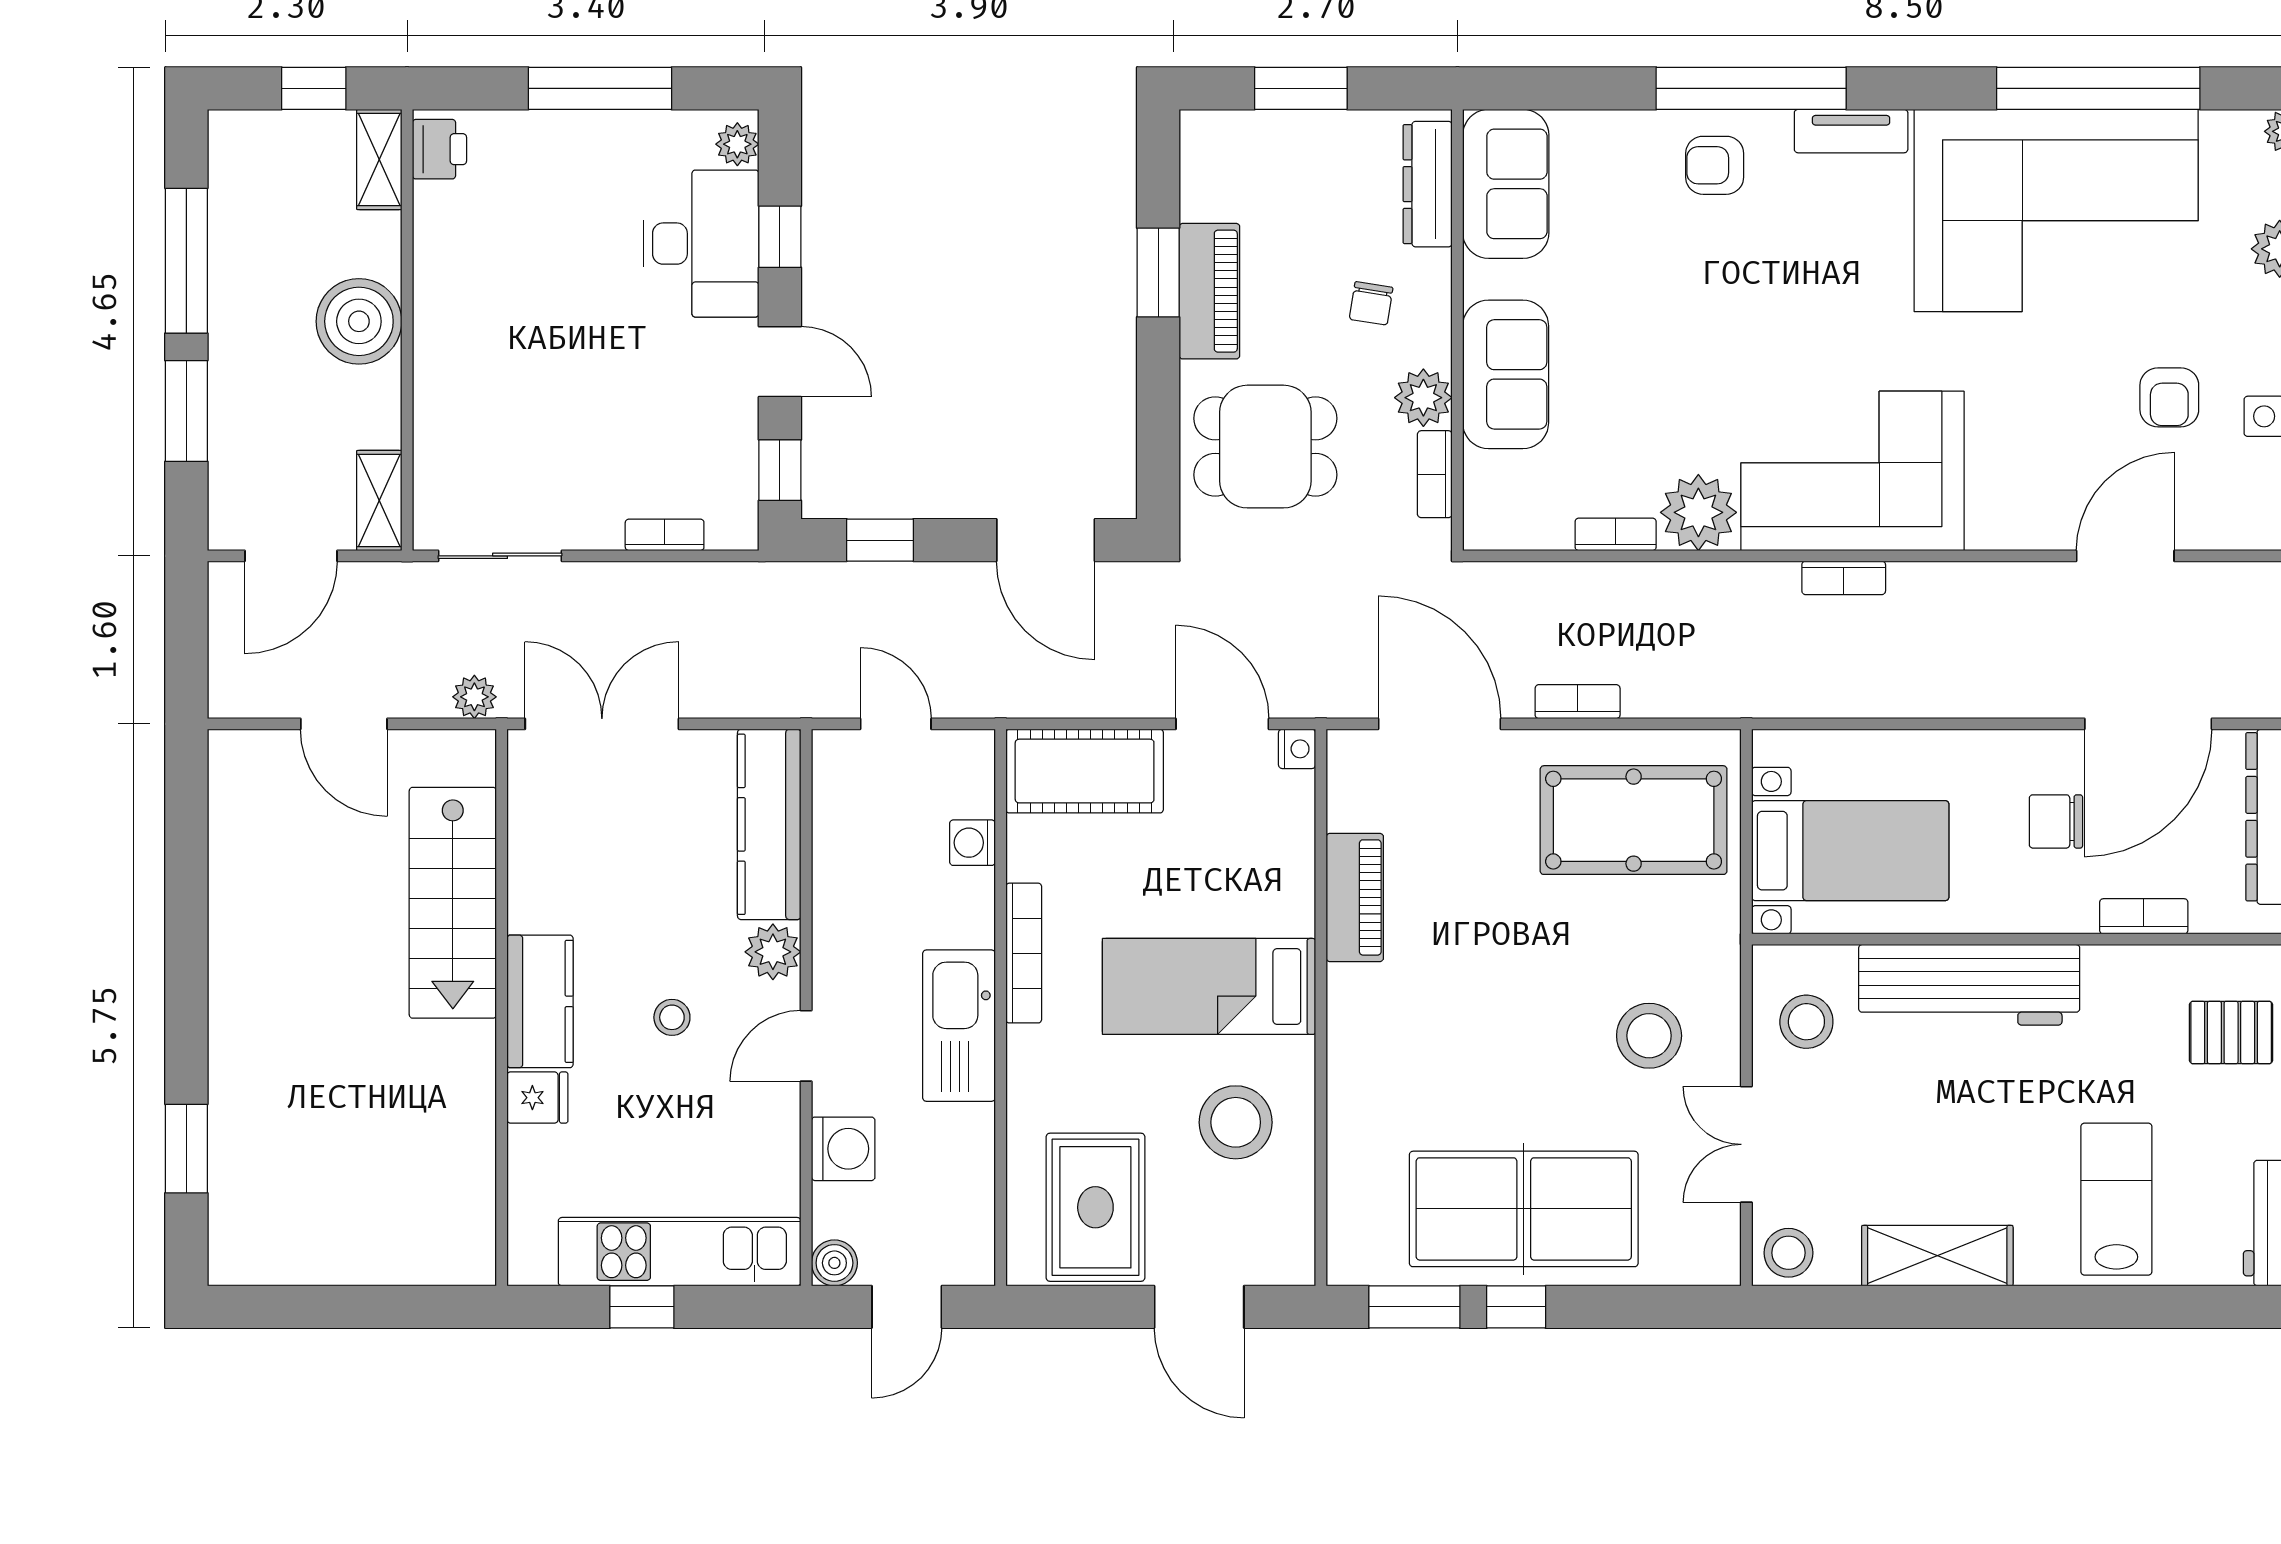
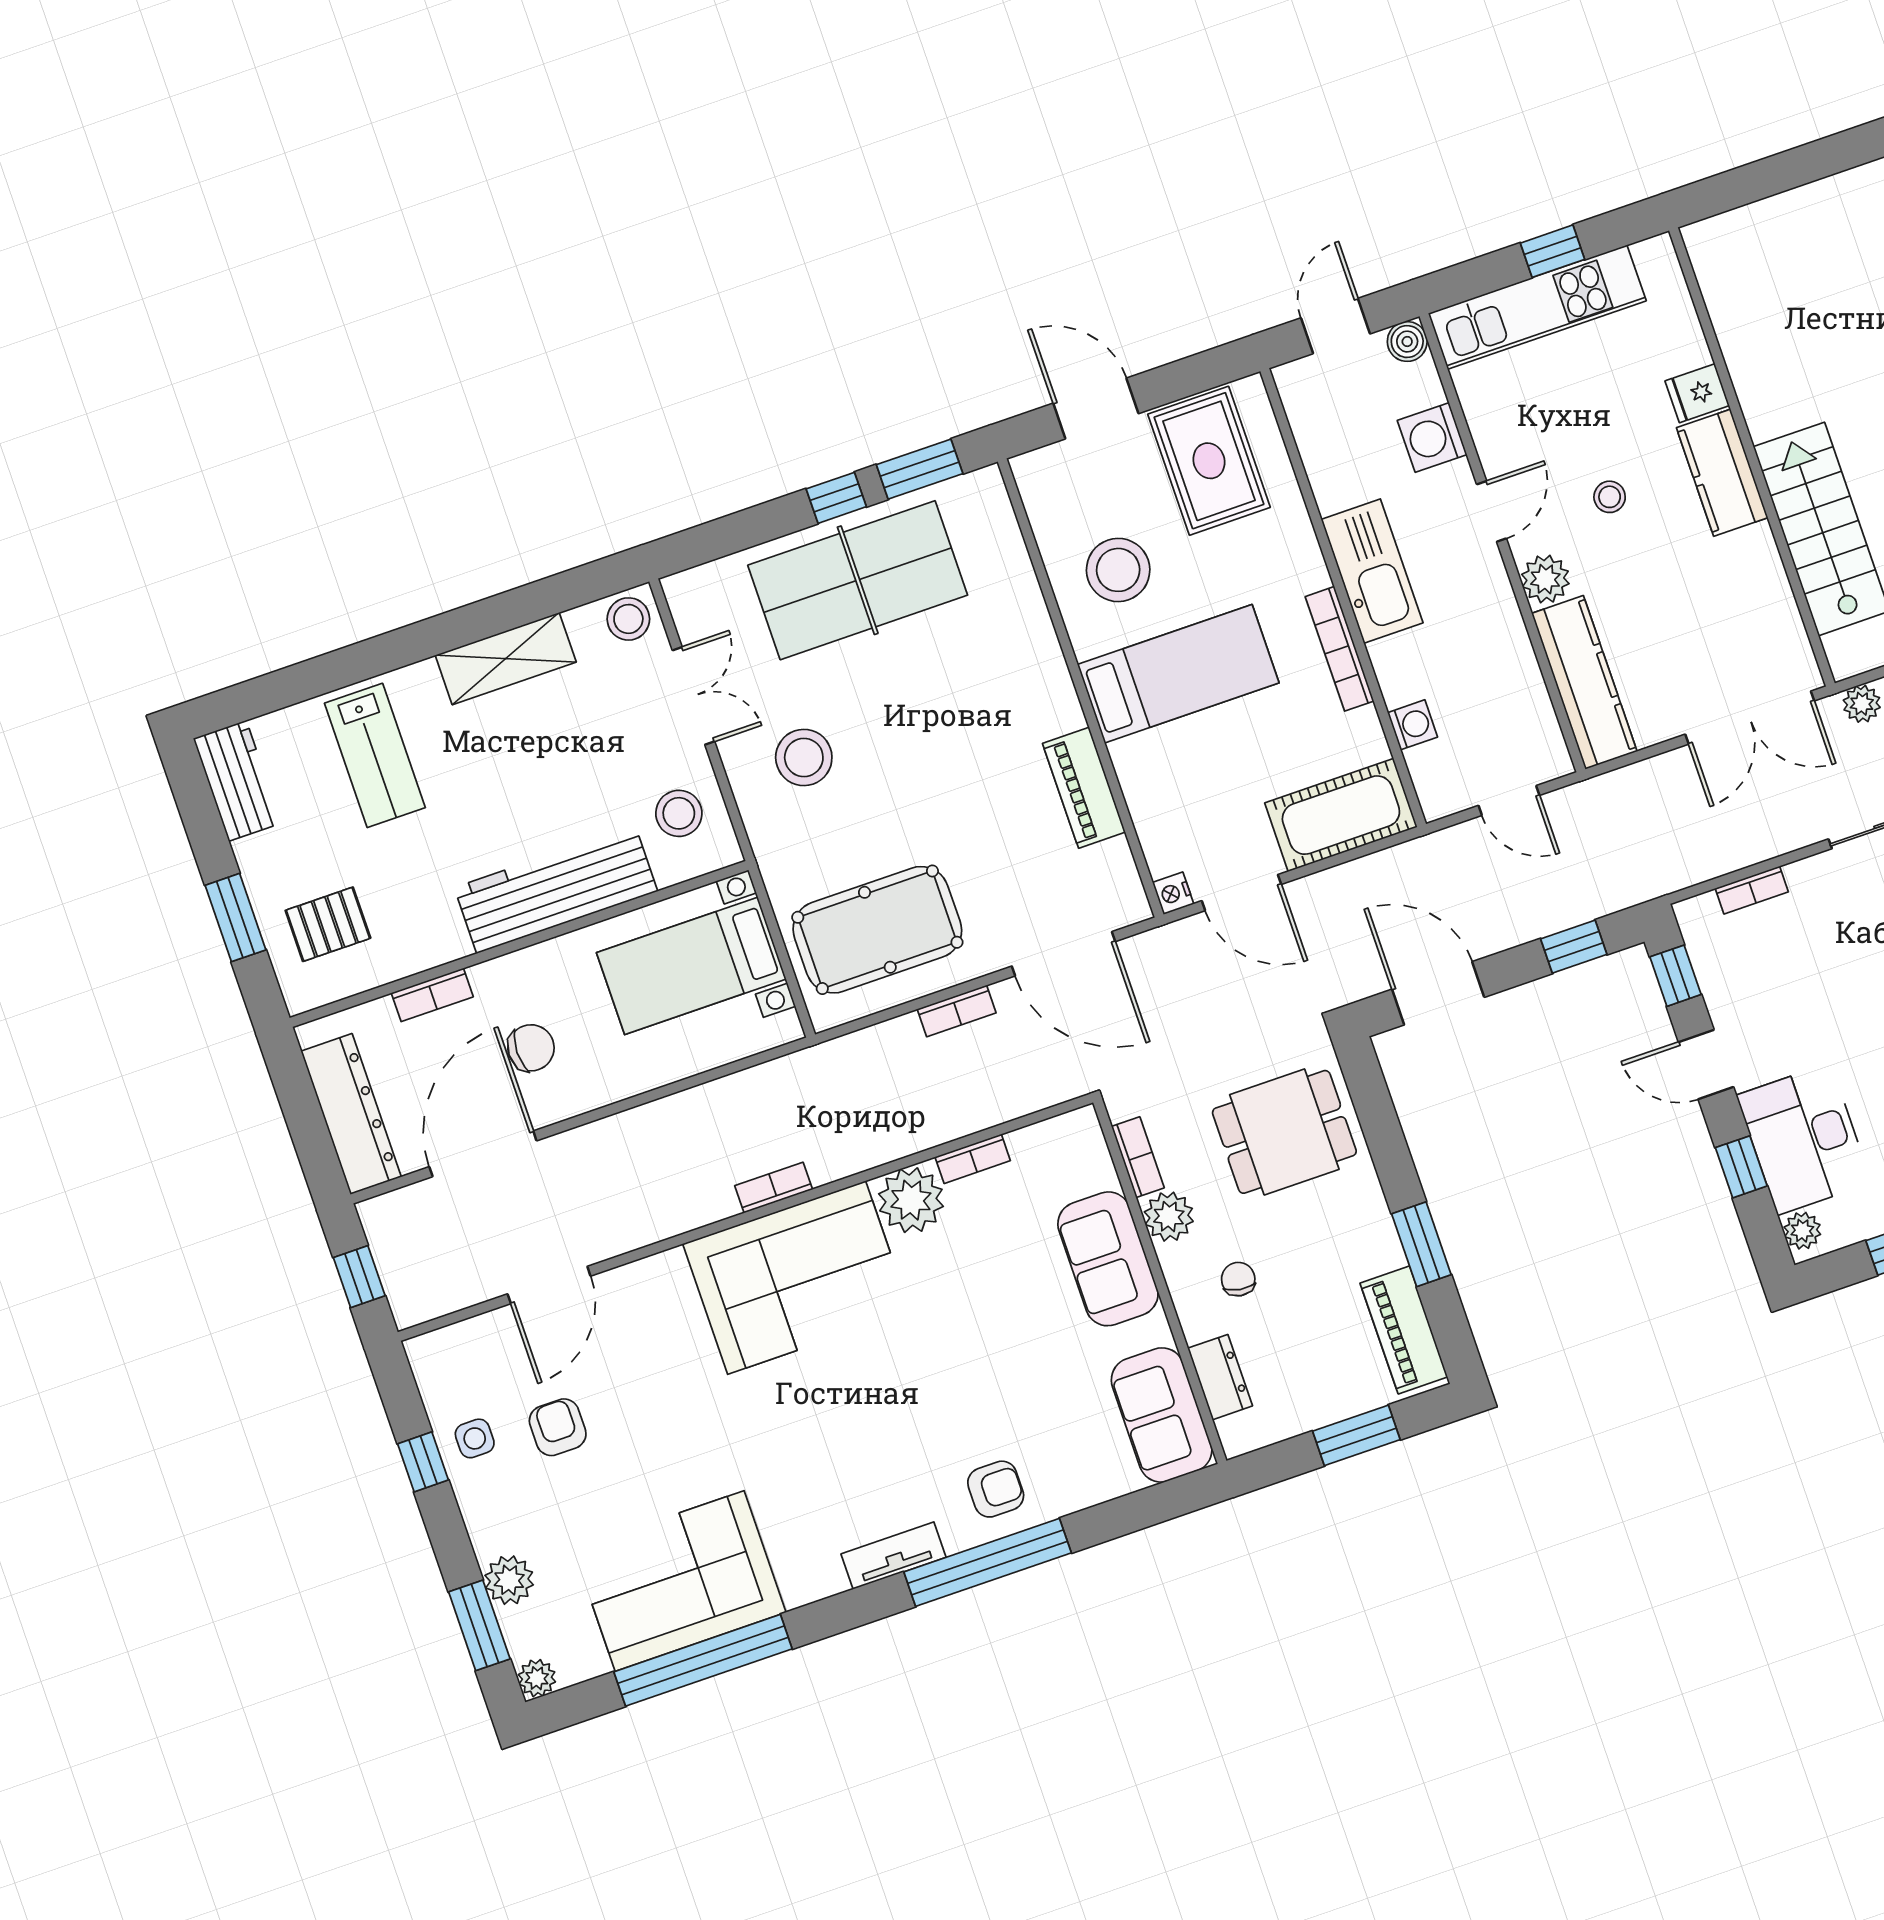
dresser: (1428, 184) -> (1220, 1377), width x0.70
corner sofa: (2056, 211) -> (680, 1581), width x0.73, depth x0.74
piano: (1209, 291) -> (1404, 1330), moved

